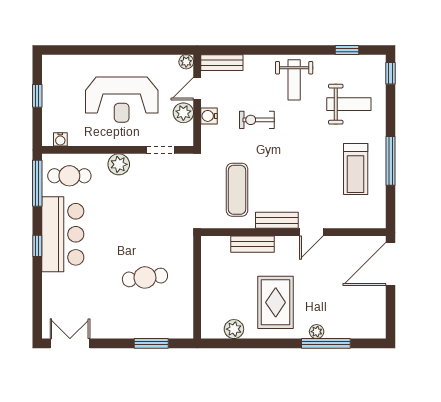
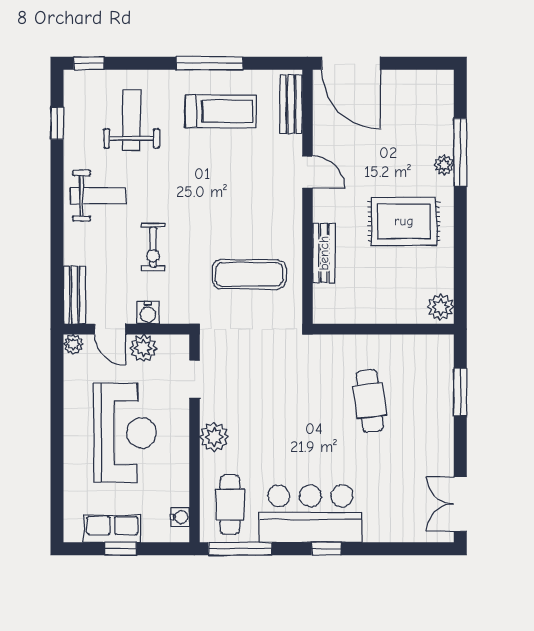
row of seats: (52, 90) -> (112, 529), added
bench: (277, 220) -> (291, 104), moved
plant: (234, 329) -> (441, 307), moved

